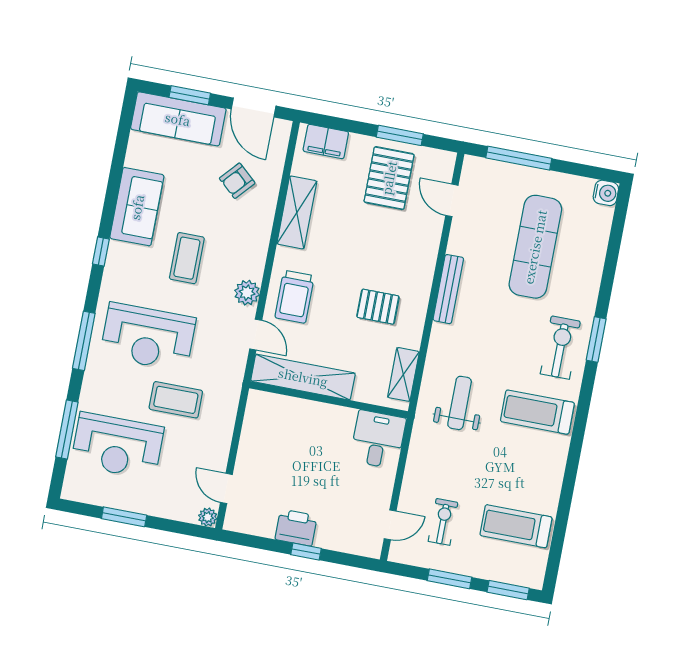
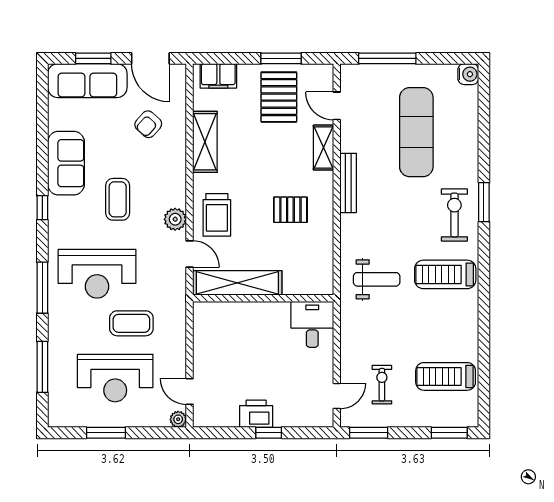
shelving: (403, 374) -> (324, 148), moved
weight bench: (460, 403) -> (377, 279), turned 90
reception desk: (117, 446) -> (115, 378), moved
window: (449, 579) -> (369, 433), moved

